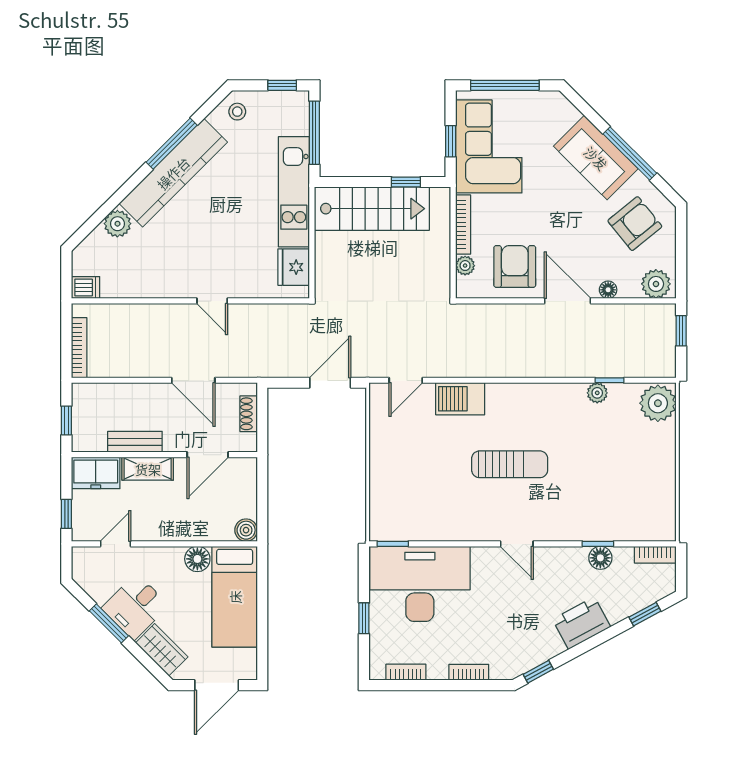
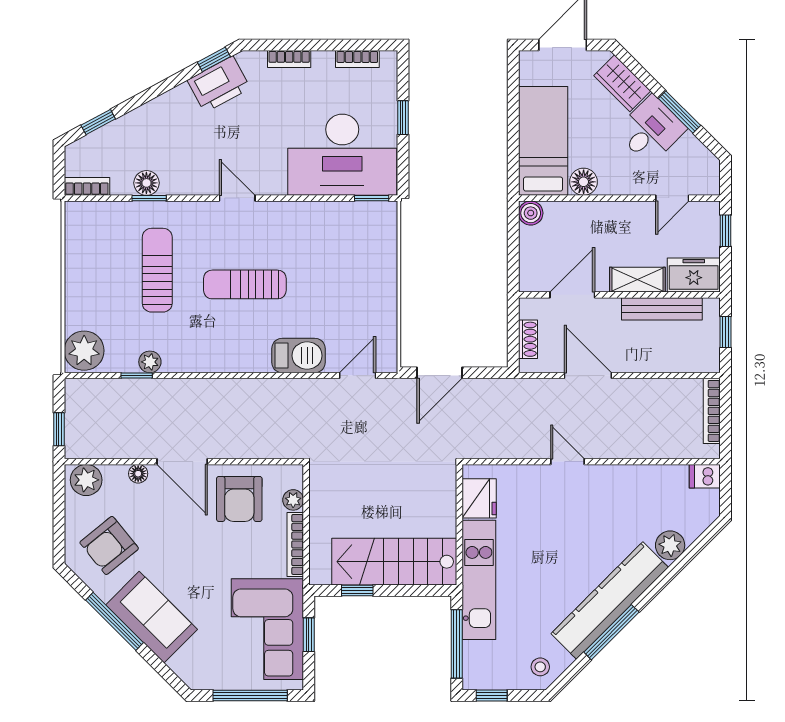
bench: (135, 442) -> (662, 309), width x1.36
sun lounger: (590, 477) -> (157, 270), added
printer: (581, 623) -> (219, 84), moved

